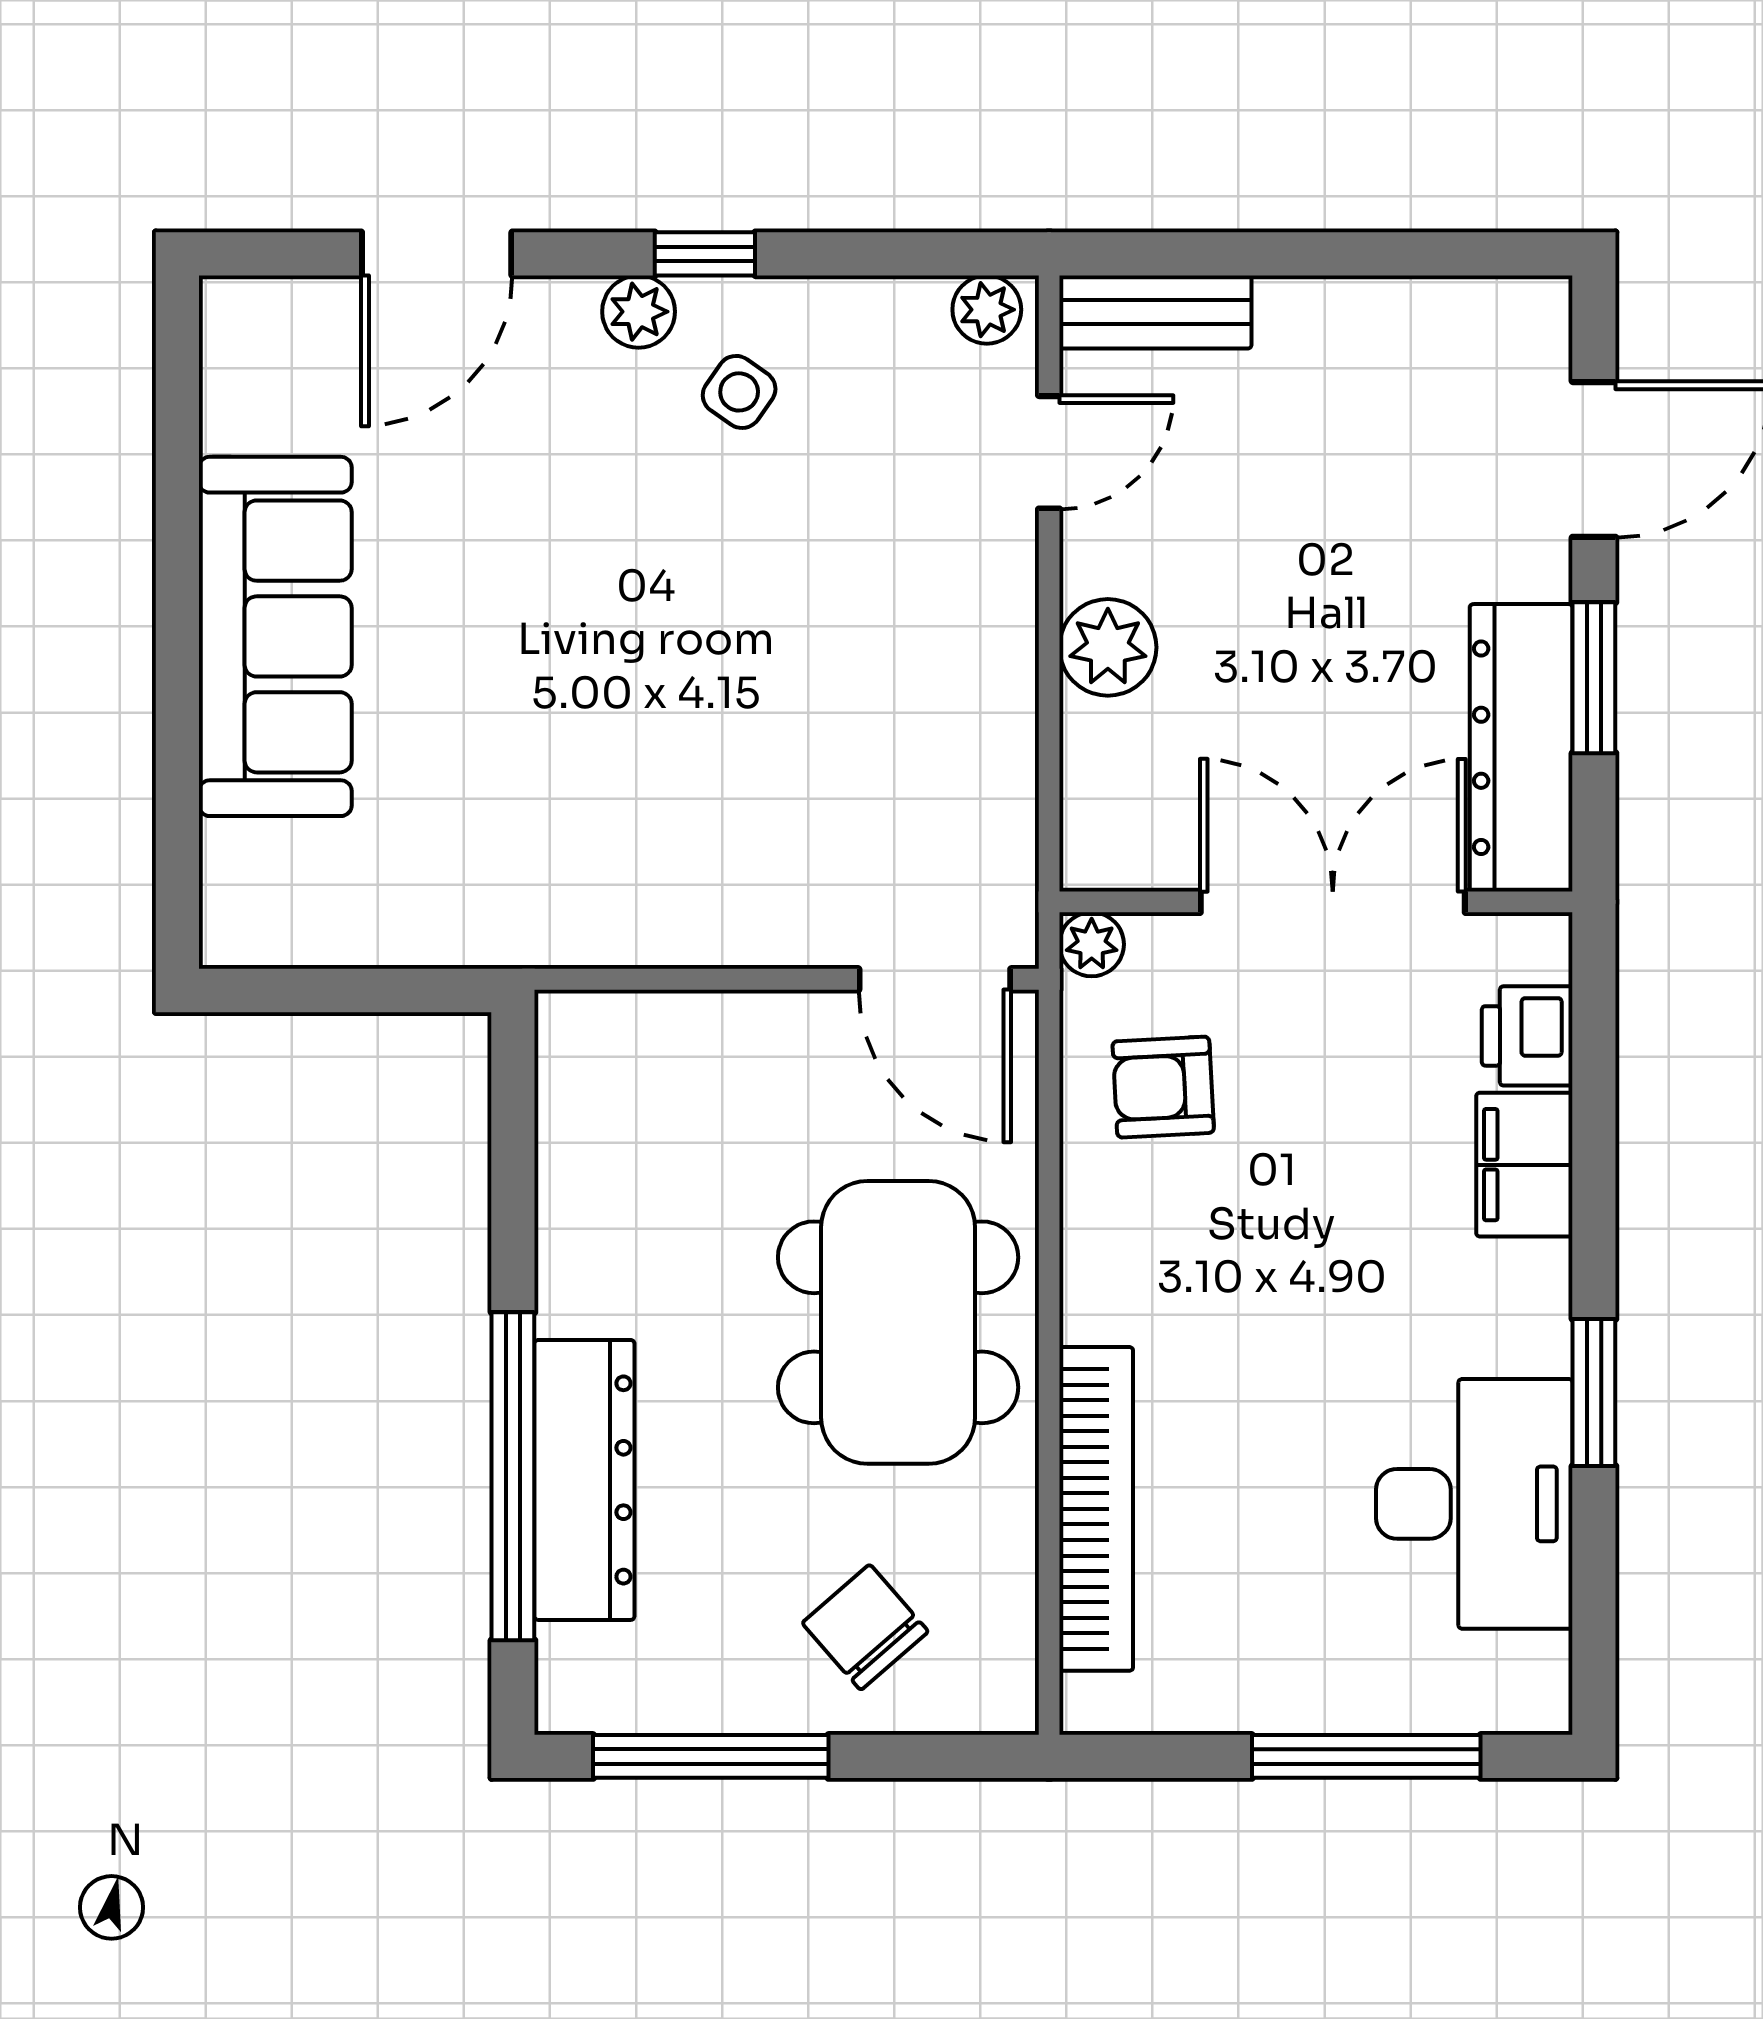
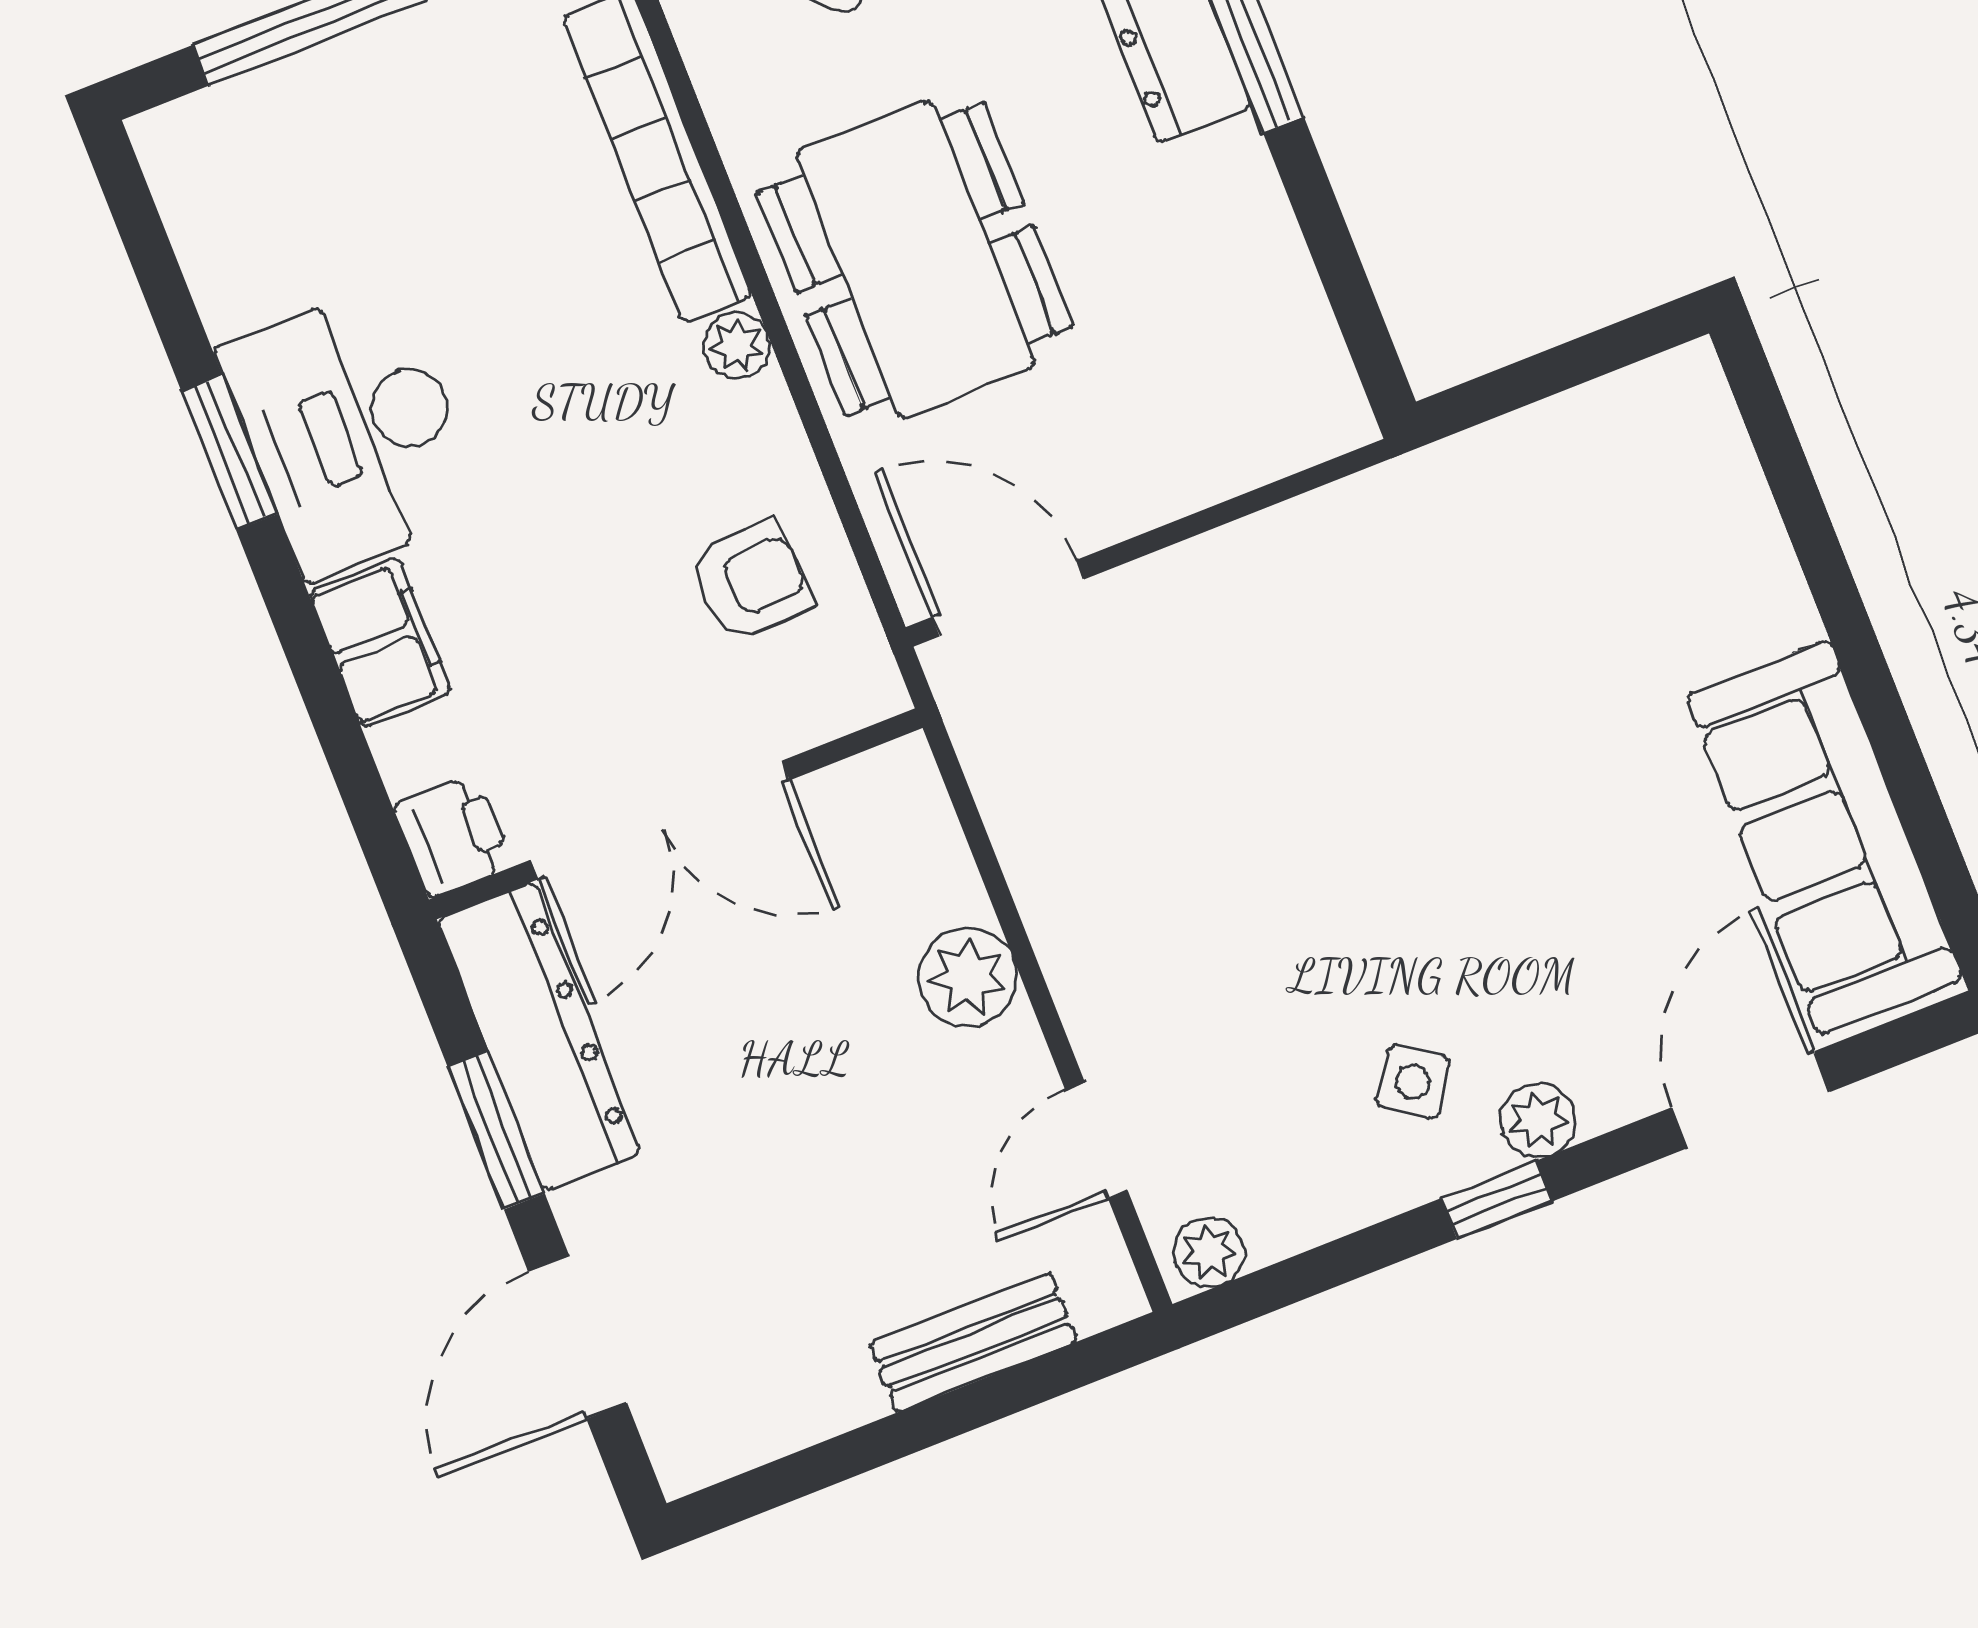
bench: (1155, 312) -> (973, 1342), moved
sofa: (275, 636) -> (1824, 837), moved
plant: (1092, 944) -> (737, 345), moved
printer: (1527, 1036) -> (453, 836), moved
desk: (1474, 1504) -> (352, 431), moved

